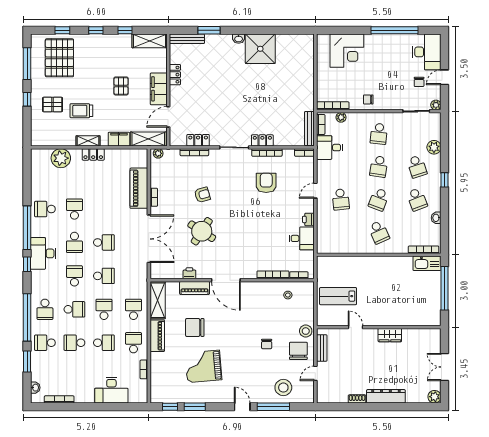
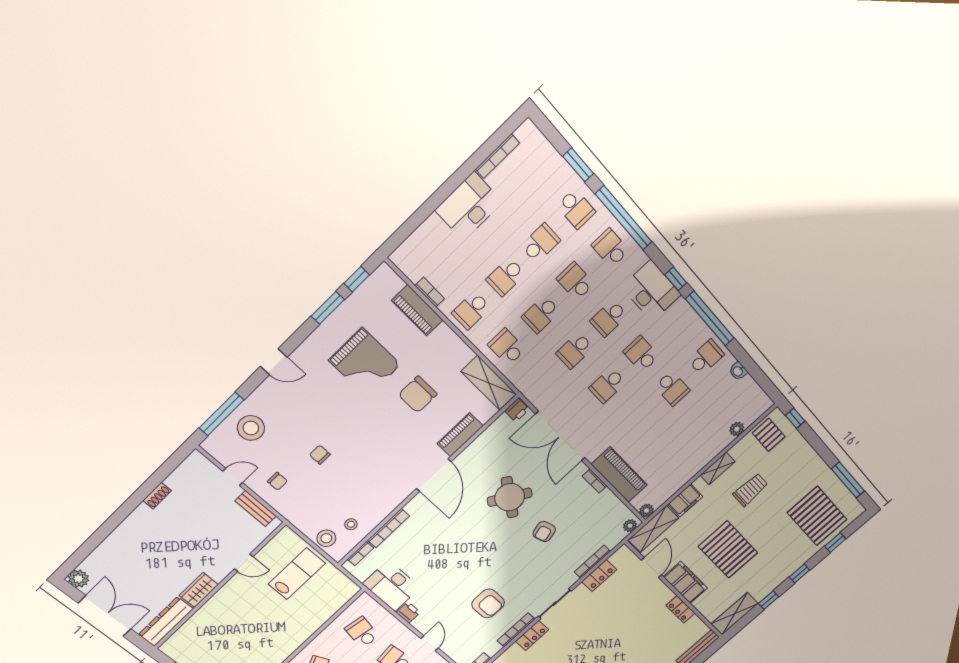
pallet: (121, 86) -> (728, 550), width x2.05, depth x2.00
window: (27, 99) -> (795, 418), moved
pallet: (53, 104) -> (769, 435), moved, turned 90
locker: (93, 154) -> (700, 461), removed
plant: (143, 154) -> (647, 511), added
plant: (61, 158) -> (737, 429), width x0.53, depth x0.53
school desk: (341, 232) -> (362, 632), added
desk: (302, 238) -> (391, 586), width x1.37
desk: (43, 253) -> (651, 291), moved
printer: (189, 273) -> (517, 410), moved
school desk: (74, 276) -> (609, 318), turned 90
door: (226, 280) -> (434, 475), swing flipped
school desk: (74, 309) -> (575, 281), turned 90
school desk: (104, 309) -> (541, 314), turned 90
school desk: (133, 309) -> (507, 347), turned 180
chair: (195, 327) -> (418, 394), turned 180
stool: (306, 331) -> (326, 538), moved
piano: (157, 336) -> (417, 310), moved
school desk: (45, 343) -> (576, 209), turned 90
school desk: (133, 343) -> (471, 310), turned 90
chair: (298, 351) -> (277, 481), width x0.54, depth x0.54
grand piano: (203, 366) -> (365, 362), turned 95
double door: (445, 367) -> (105, 616), width x1.37
door: (315, 373) -> (233, 477), hinge flipped
washbasin: (35, 388) -> (738, 371), moved
desk: (111, 390) -> (469, 206), moved
dresser: (386, 396) -> (166, 622), moved, turned 180
window: (273, 407) -> (221, 414), moved

